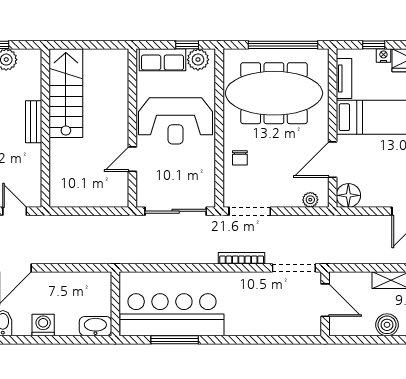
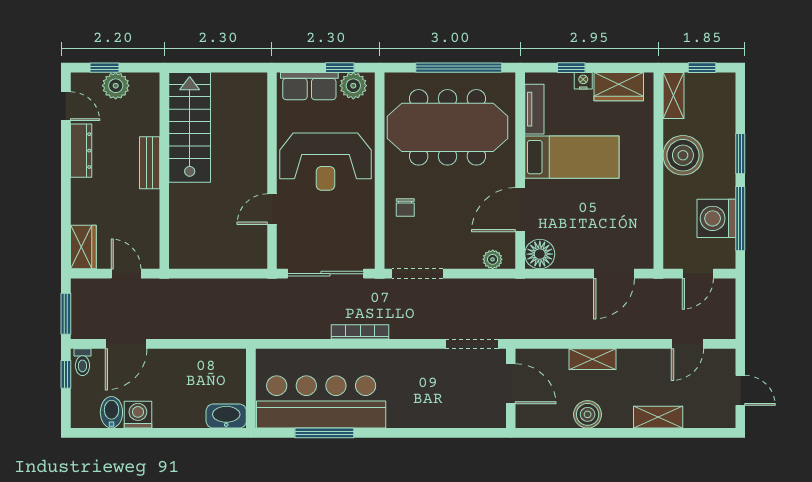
bookcase: (242, 258) -> (360, 332), moved
washing machine: (43, 325) -> (138, 415), moved

